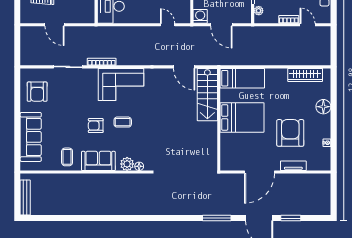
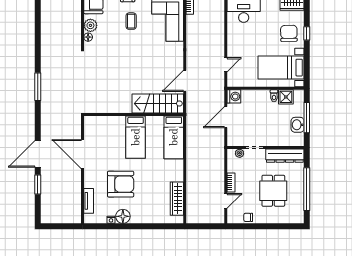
floor lamp: (323, 107) -> (123, 216), moved
bed: (242, 117) -> (136, 137), width x0.67
tv unit: (293, 166) -> (89, 201), moved
window: (217, 218) -> (38, 87), moved

